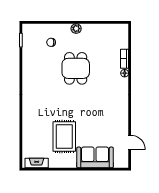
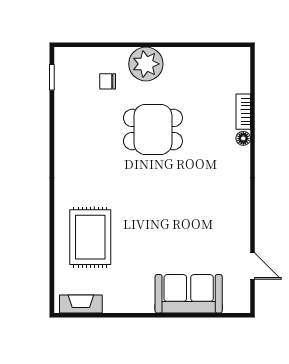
plant: (76, 29) -> (146, 64), width x1.87, depth x1.87
dining table: (76, 68) -> (153, 129), turned 90
rug: (64, 136) -> (90, 237), moved

